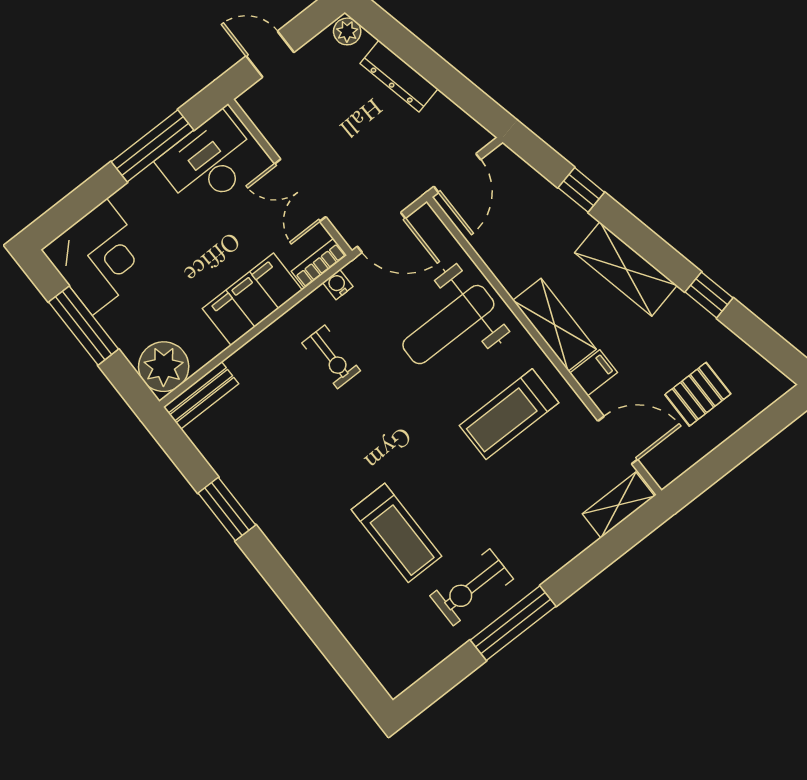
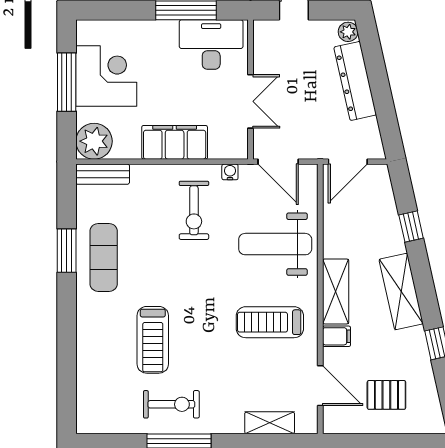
dresser: (399, 76) -> (355, 81), width x1.37, depth x1.24
double door: (300, 190) -> (251, 101), swing flipped
corner desk: (99, 257) -> (106, 76), moved, turned -90
bookcase: (319, 263) -> (229, 152), removed
exercise bike: (331, 357) -> (194, 210), width x1.38, depth x1.39
exercise mat: (273, 485) -> (104, 257), added
shelving: (618, 505) -> (270, 423), moved
exercise bike: (472, 587) -> (171, 404), turned 180

